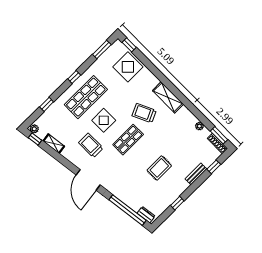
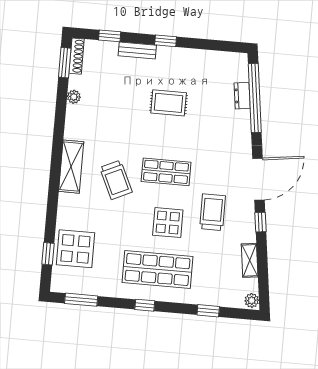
window: (129, 45) -> (48, 254), moved
window: (35, 139) -> (260, 222), moved
trolley: (91, 145) -> (213, 212), turned 180
window: (177, 203) -> (166, 41), moved
dresser: (146, 215) -> (242, 96), moved

